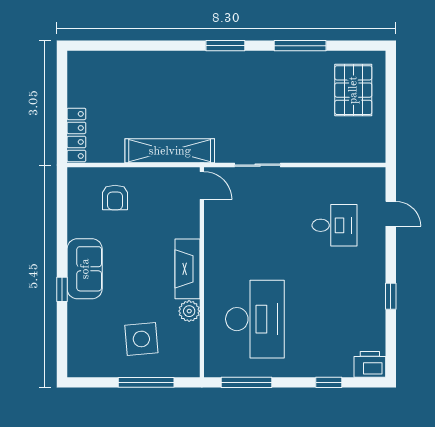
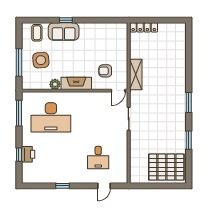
window: (300, 46) -> (189, 140), width x0.69
pallet: (353, 90) -> (166, 167), width x1.37, depth x1.41
shelving: (170, 151) -> (136, 74), width x0.68
armchair: (115, 197) -> (105, 71), moved
sofa: (85, 269) -> (64, 32), moved
coffee table: (87, 347) -> (37, 33), added
printer: (370, 364) -> (28, 154), moved

